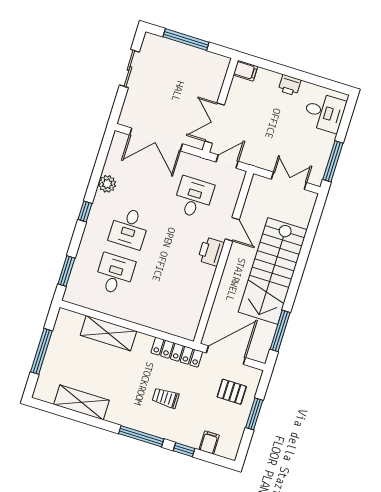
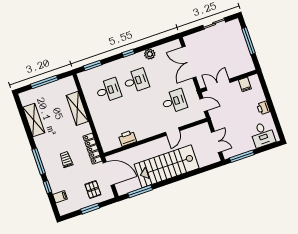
filing cabinet: (245, 71) -> (245, 84), moved
desk: (129, 228) -> (136, 81), turned 180
printer: (211, 251) -> (127, 138), moved

